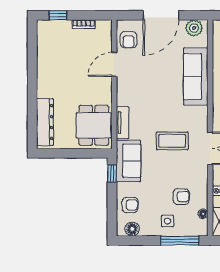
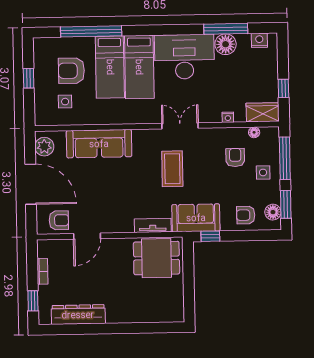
door: (114, 64) -> (87, 236), hinge flipped
dresser: (45, 122) -> (78, 315), moved
armchair: (130, 205) -> (246, 215), turned -90
window: (139, 241) -> (286, 204), added

